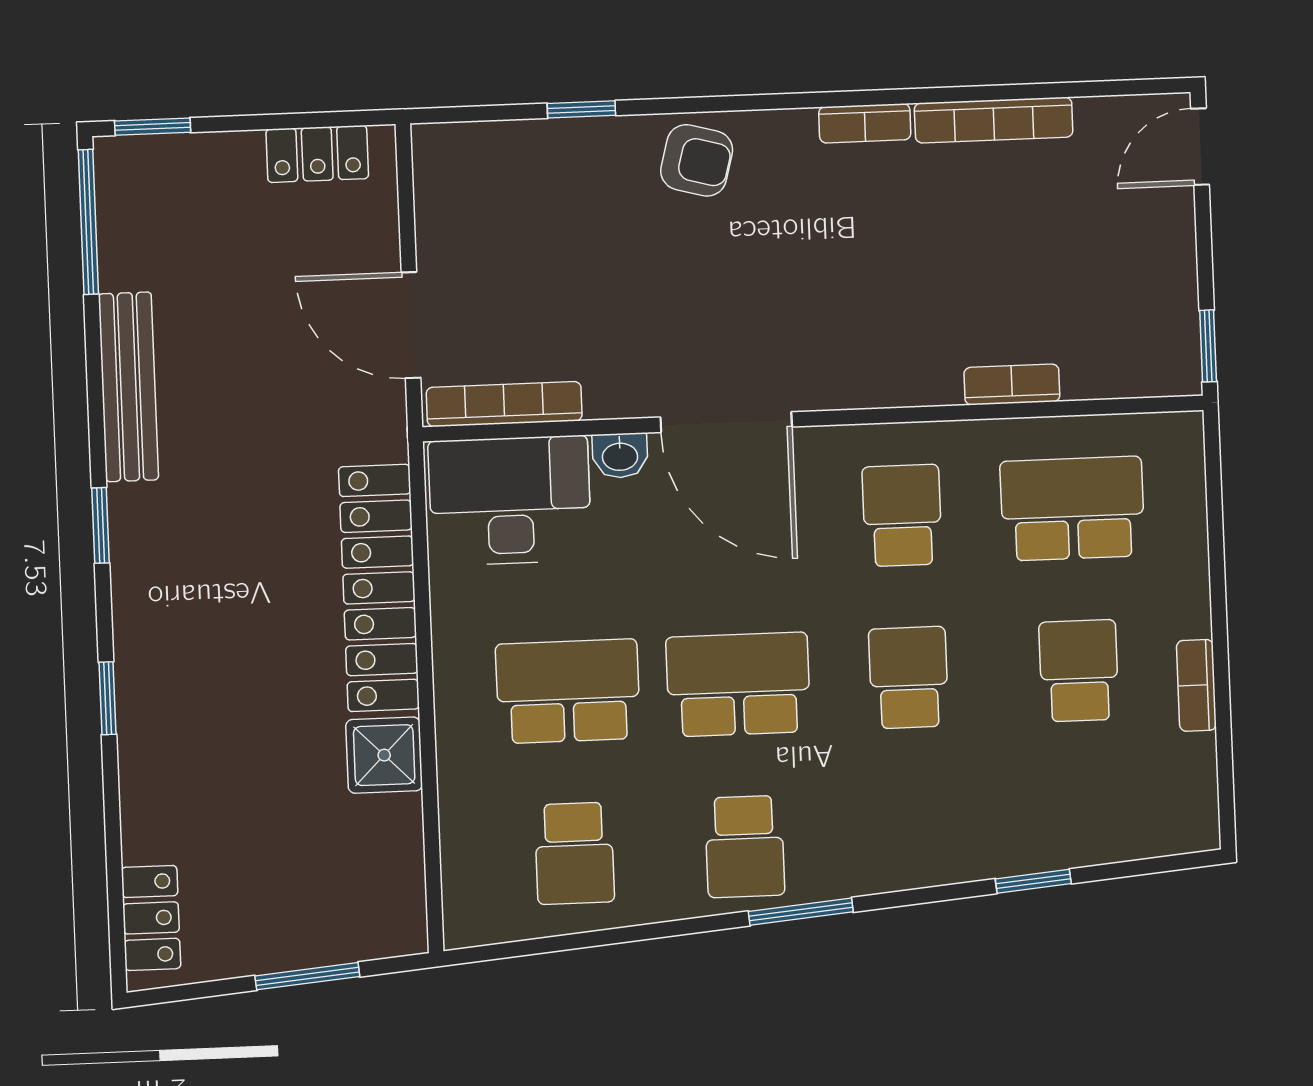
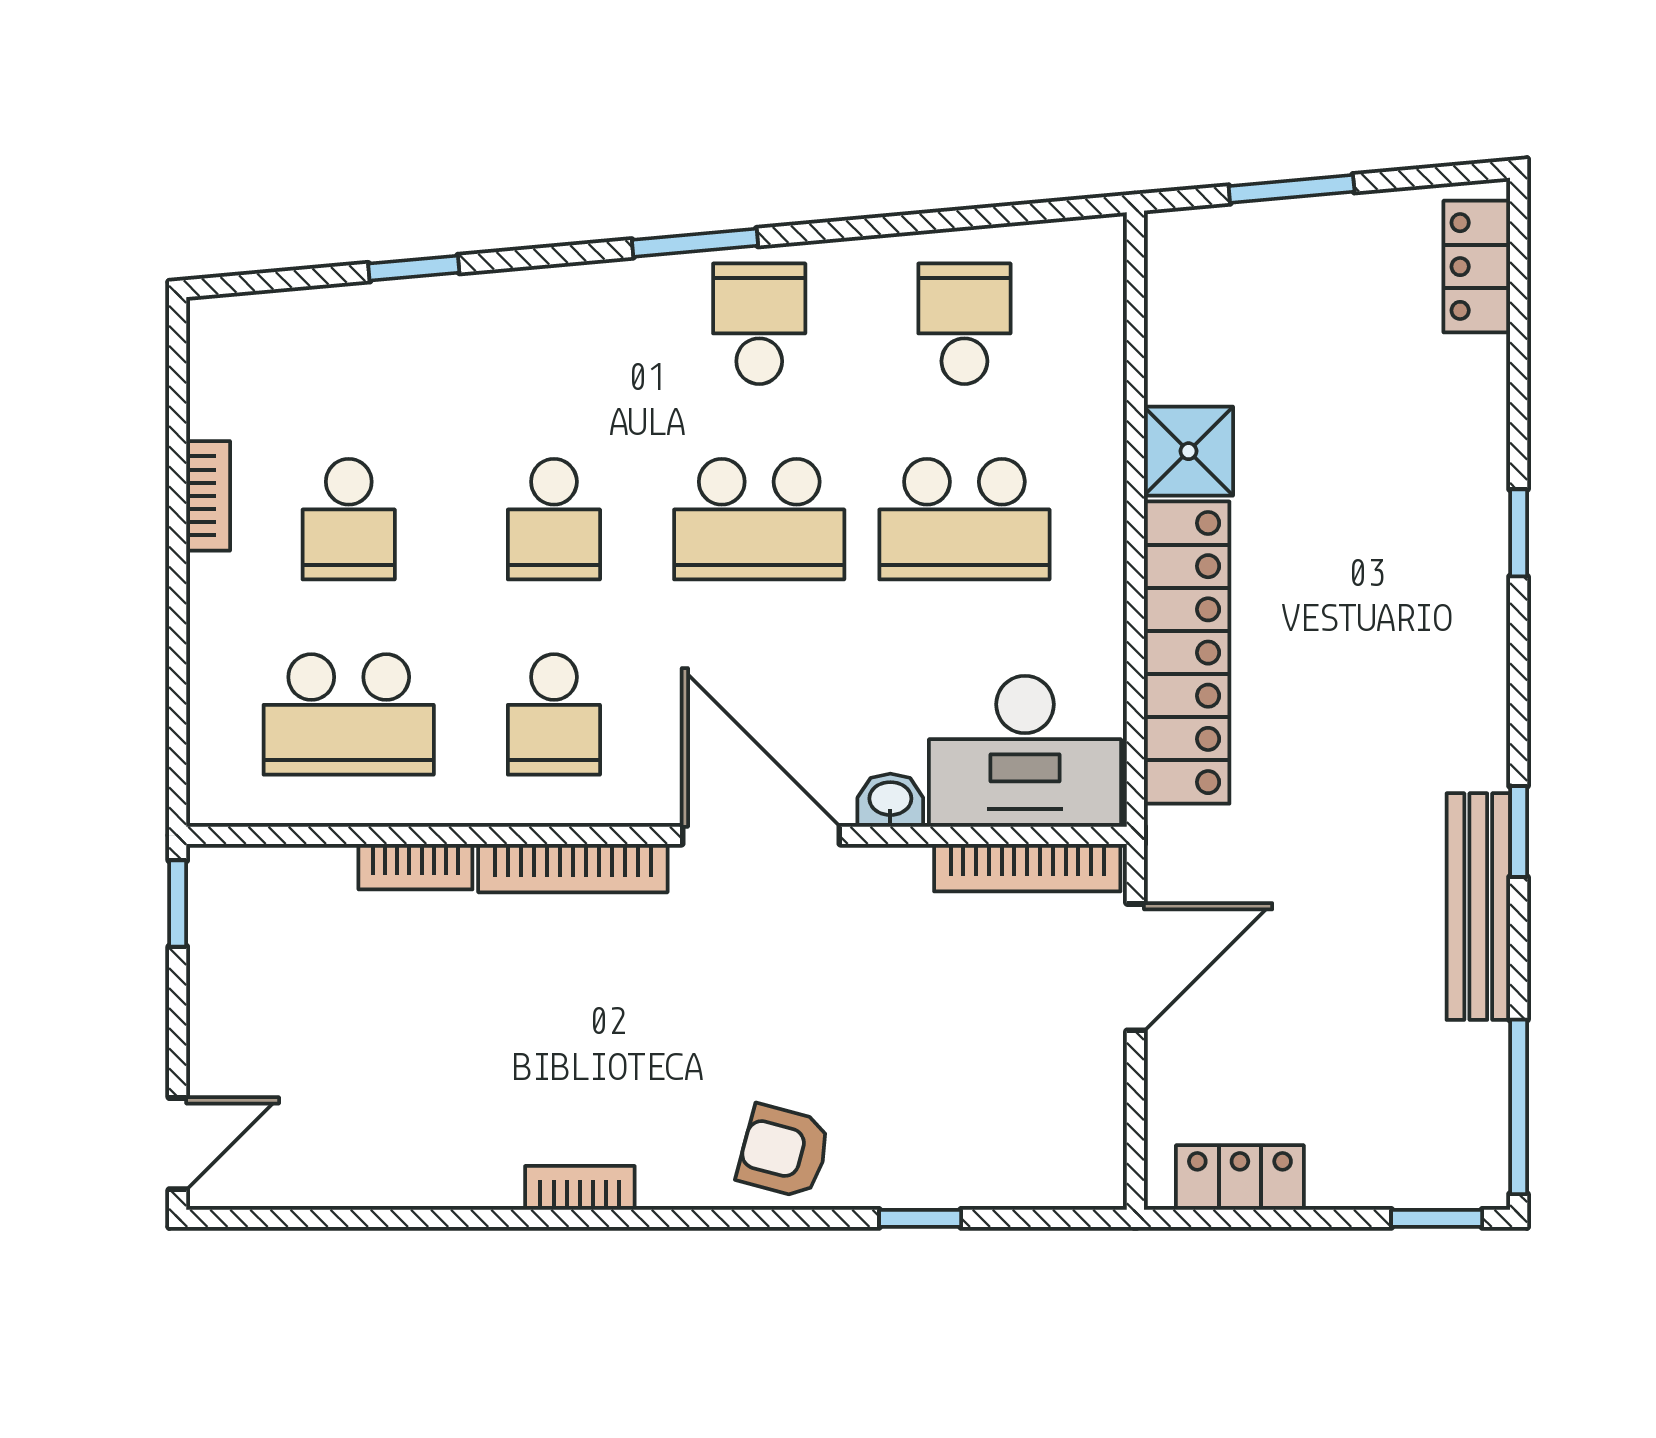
bookcase: (994, 120) -> (573, 868), moved, turned 180
door: (411, 325) -> (1135, 967), hinge flipped
window: (101, 525) -> (1519, 831), moved

